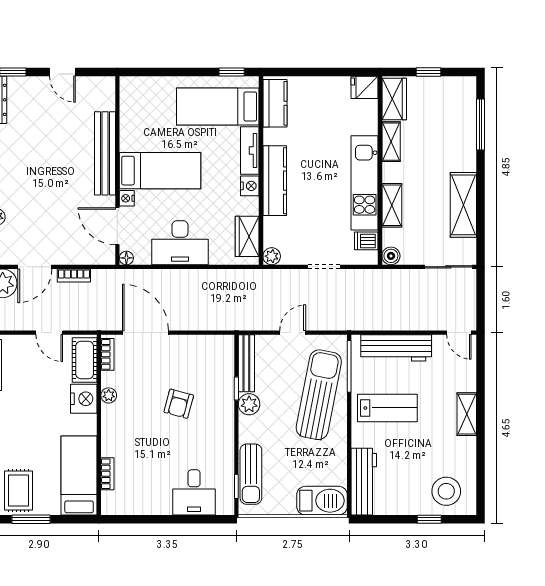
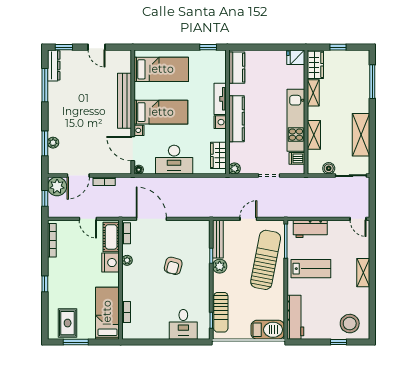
bed: (218, 106) -> (161, 69), moved, turned 180
boiler: (391, 256) -> (329, 168), moved
workbench: (396, 348) -> (310, 229), width x0.73

